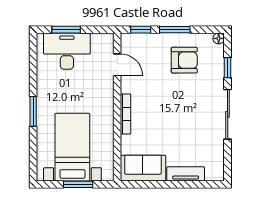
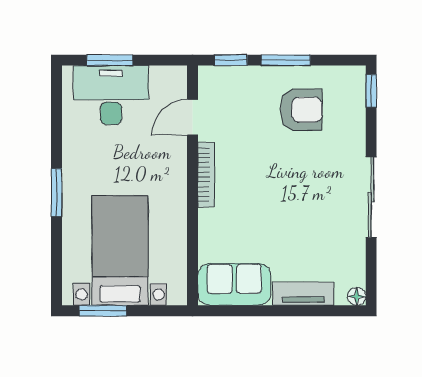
floor lamp: (219, 38) -> (357, 296), moved
door: (117, 65) -> (193, 117), swing flipped
window: (228, 68) -> (371, 91), moved
bookcase: (126, 114) -> (206, 175), moved
window: (78, 184) -> (103, 311), moved

